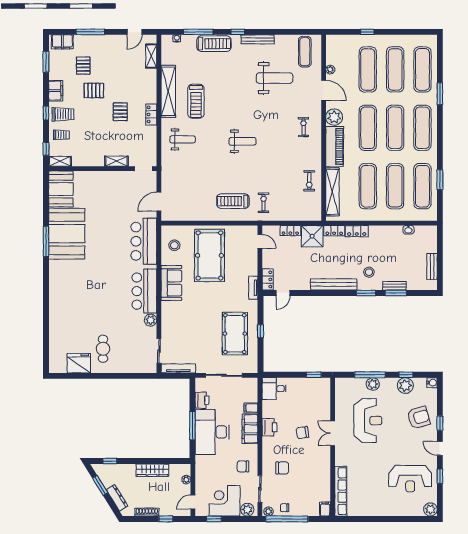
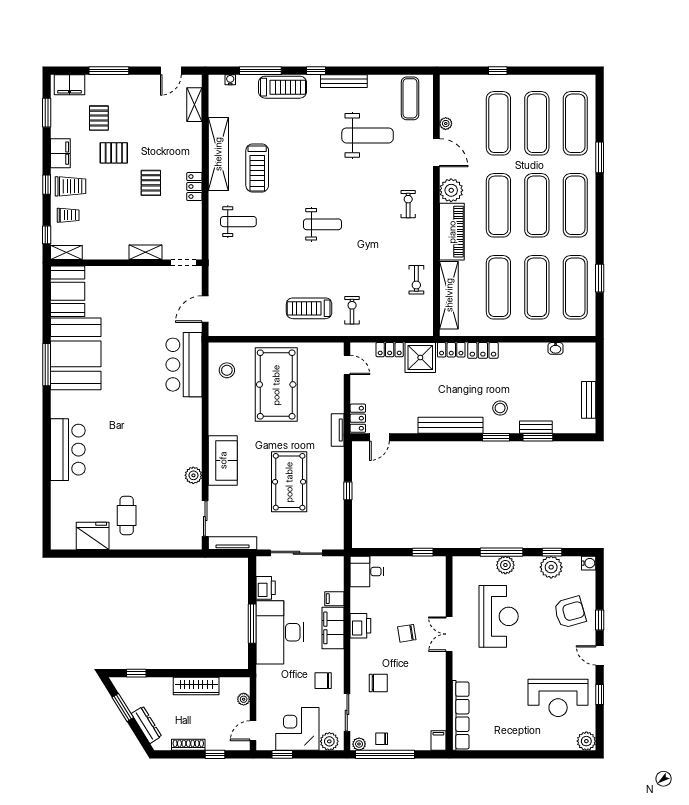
sofa: (171, 283) -> (223, 460), moved
bar counter: (144, 291) -> (68, 450), moved, turned 180
pool table: (235, 334) -> (289, 482), moved

